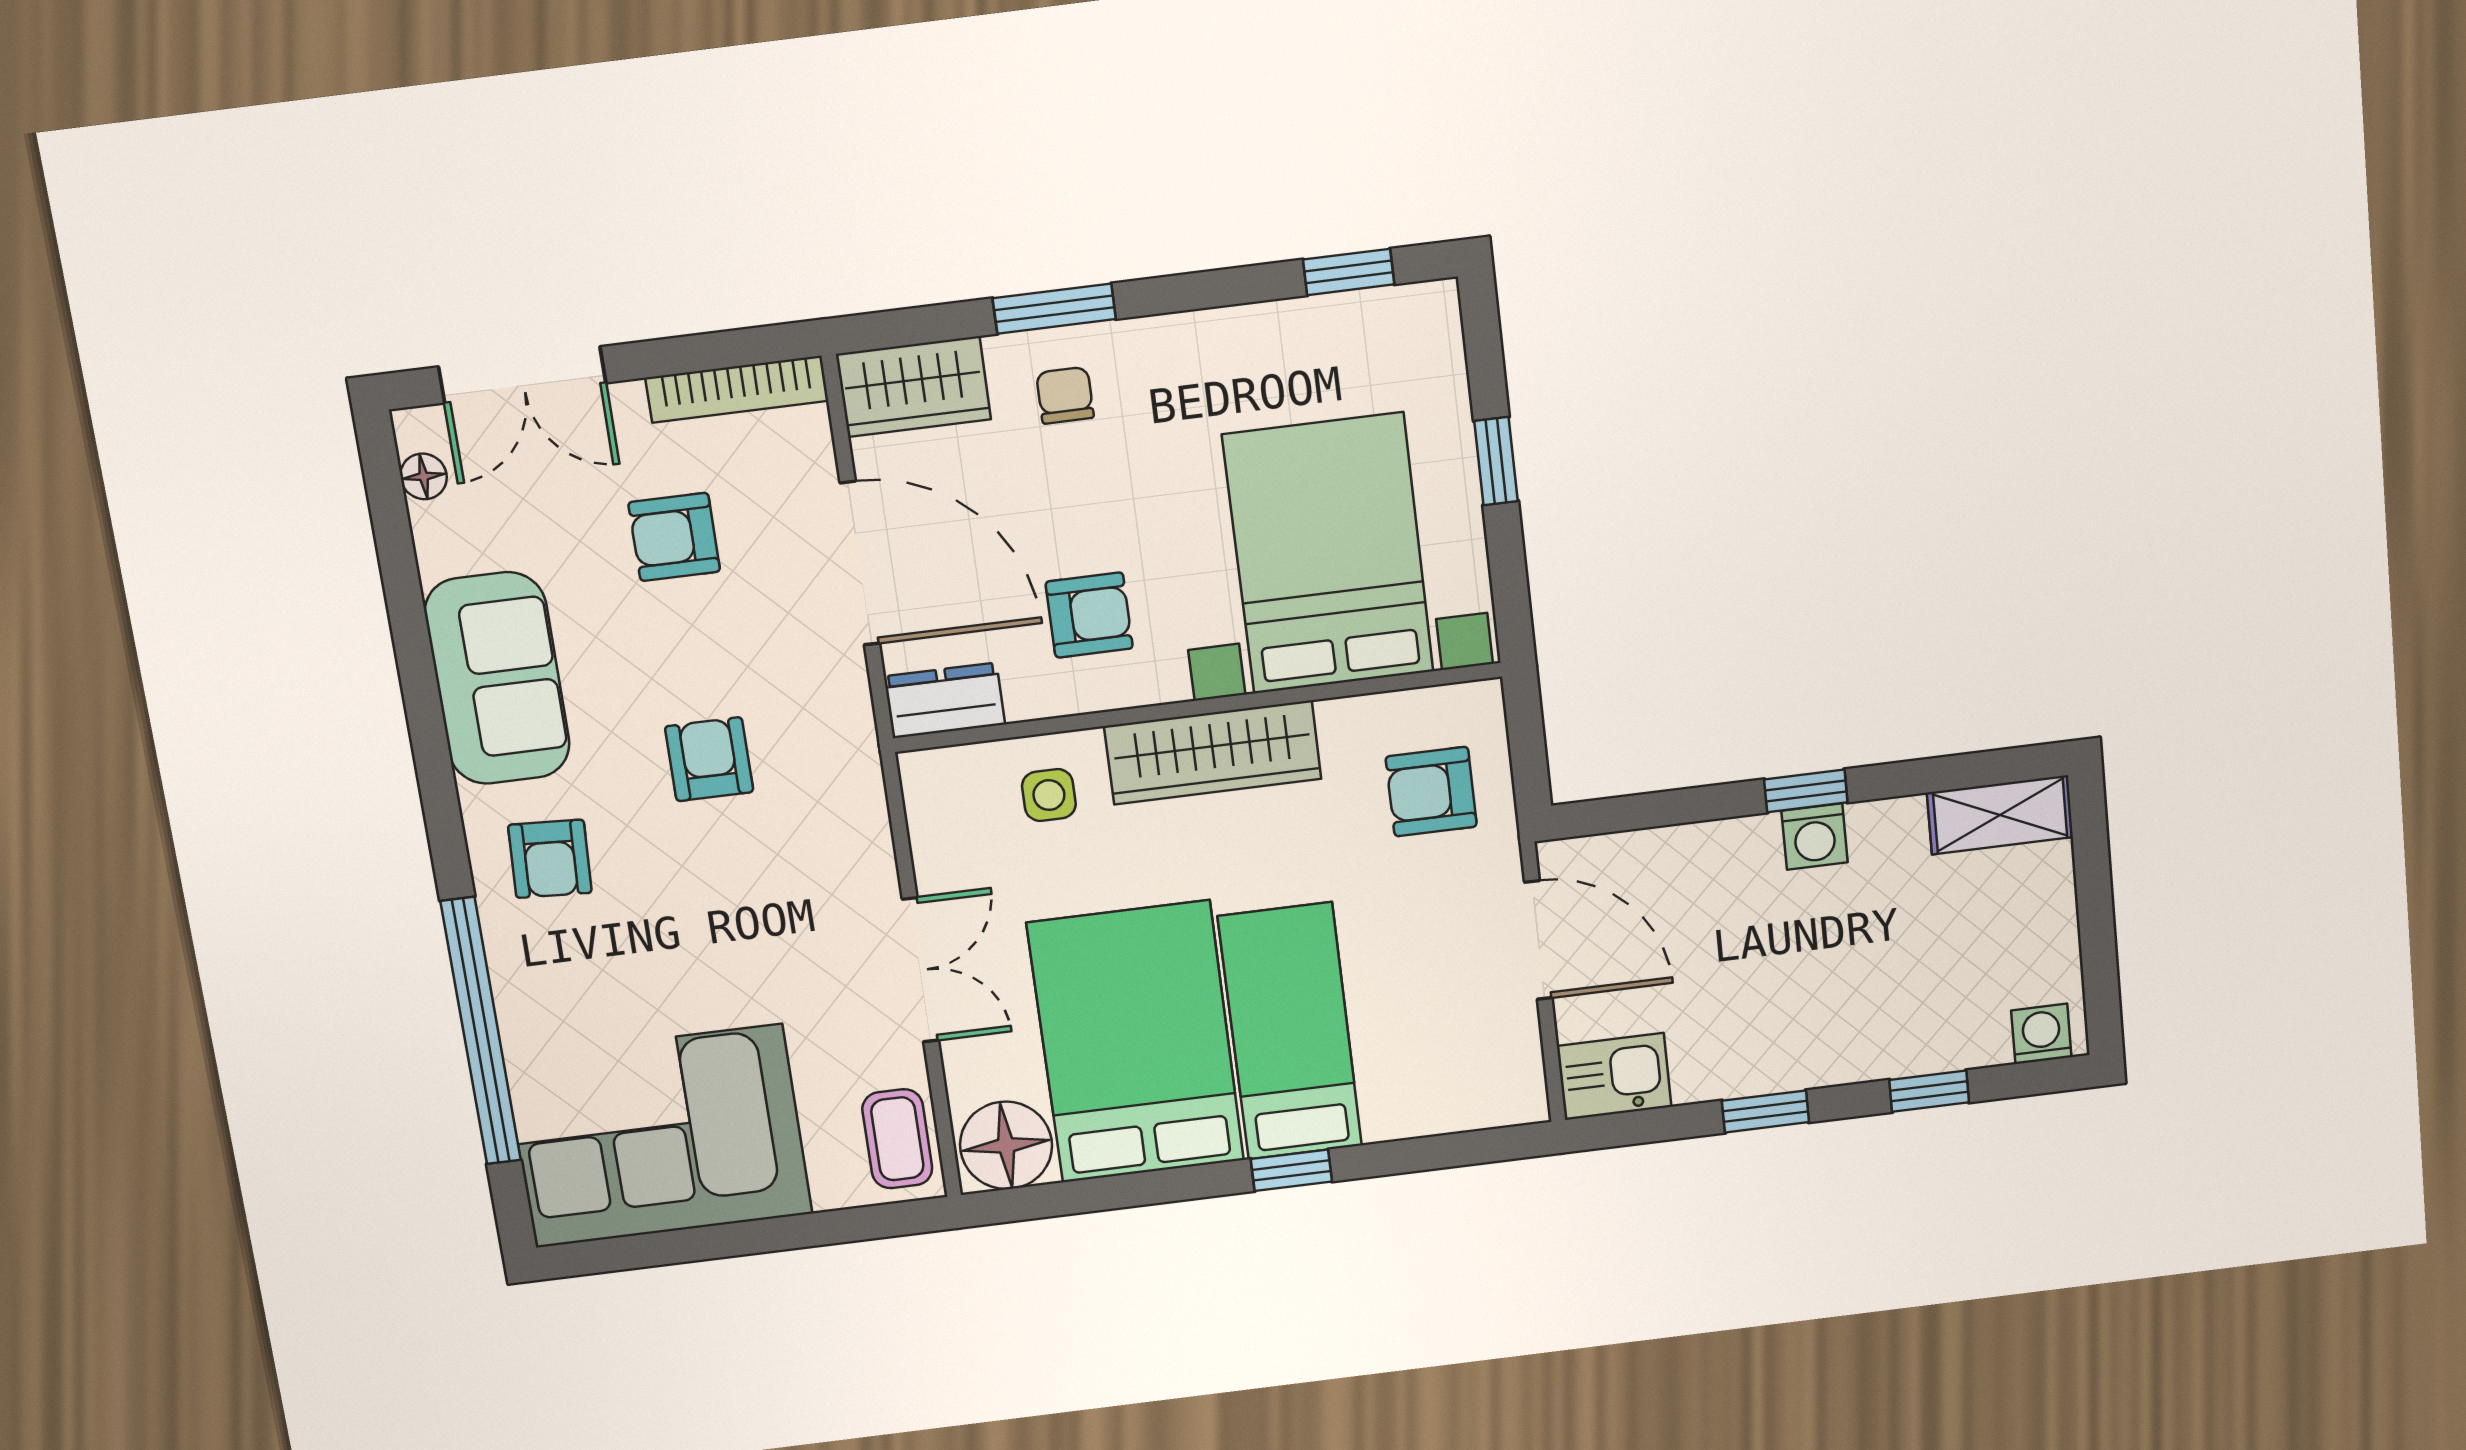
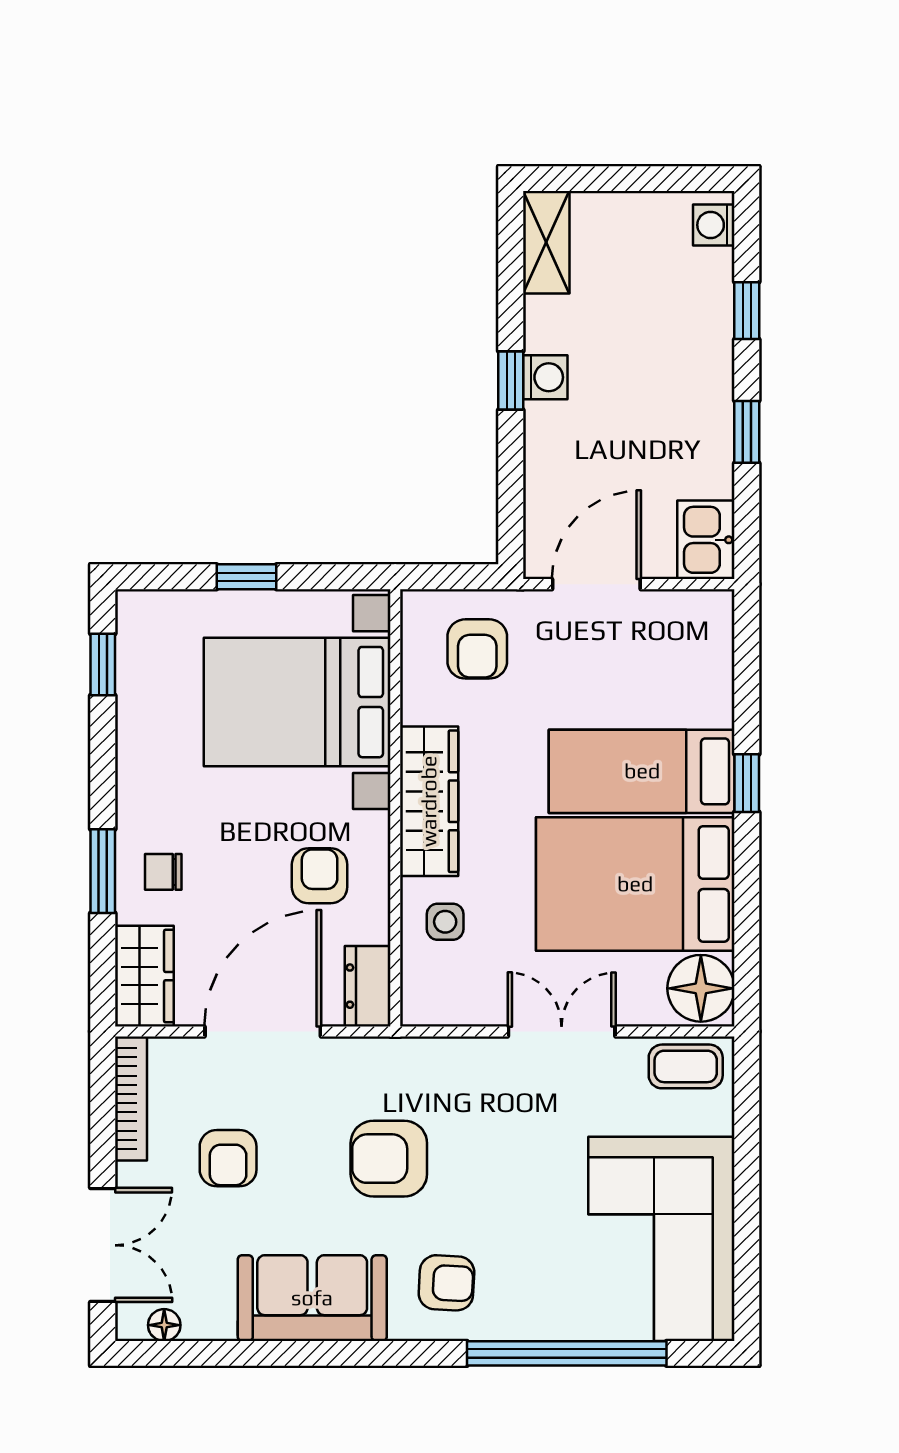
armchair: (709, 759) -> (389, 1159), width x1.38, depth x1.38

